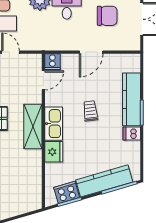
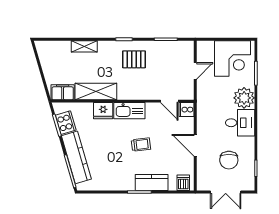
kitchen counter: (131, 99) -> (152, 183), width x0.67
shelving: (33, 127) -> (96, 92), moved
dishwasher: (132, 134) -> (183, 183), moved
filing cabinet: (34, 196) -> (63, 92), added

